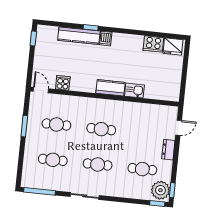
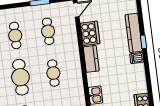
cooker: (63, 83) -> (90, 33), width x1.87, depth x1.31
kitchen counter: (110, 88) -> (91, 59), moved
cafe table: (98, 164) -> (20, 77), width x1.37, depth x1.35

